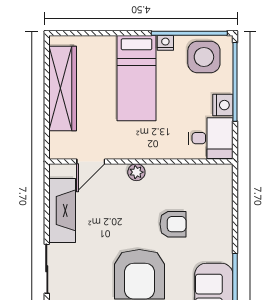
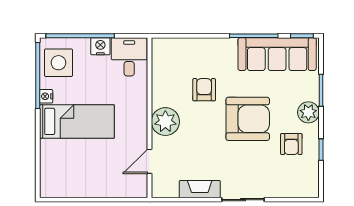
wardrobe: (63, 89) -> (86, 186), removed
door: (91, 161) -> (149, 161), swing flipped
plant: (136, 172) -> (165, 122), width x1.87, depth x1.87
fireplace: (62, 210) -> (200, 189), width x0.73, depth x0.76

